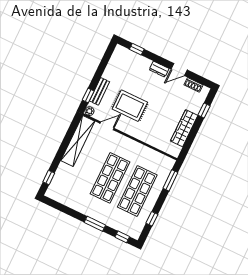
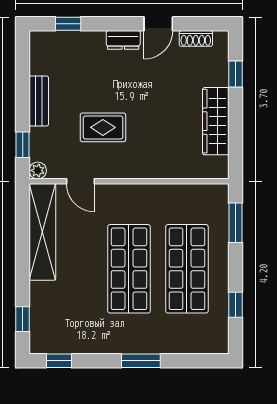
bench: (100, 91) -> (39, 101), moved
rug: (130, 106) -> (103, 127), width x0.73, depth x0.70
door: (107, 126) -> (80, 181), swing flipped
window: (122, 237) -> (59, 361), moved

